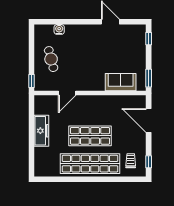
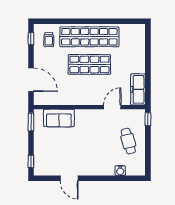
freezer: (41, 131) -> (138, 89), moved

